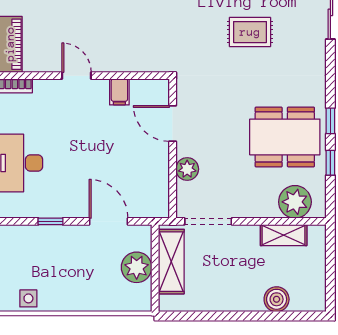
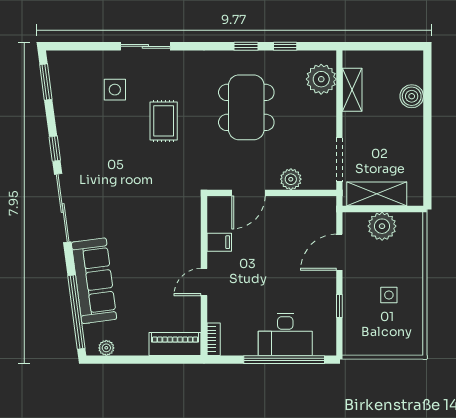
dining table: (285, 137) -> (246, 107), moved
side table: (28, 298) -> (389, 295), moved

